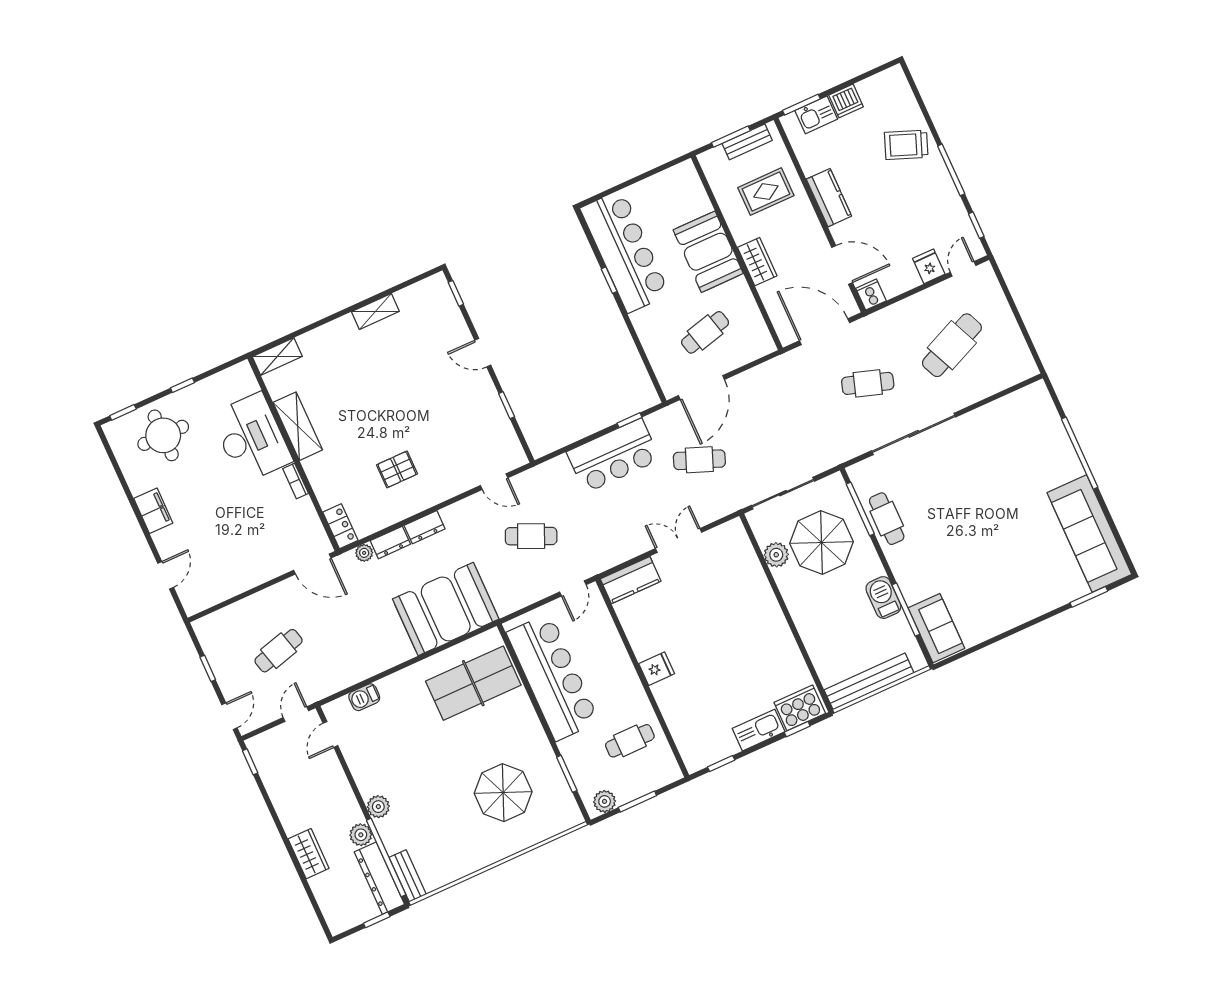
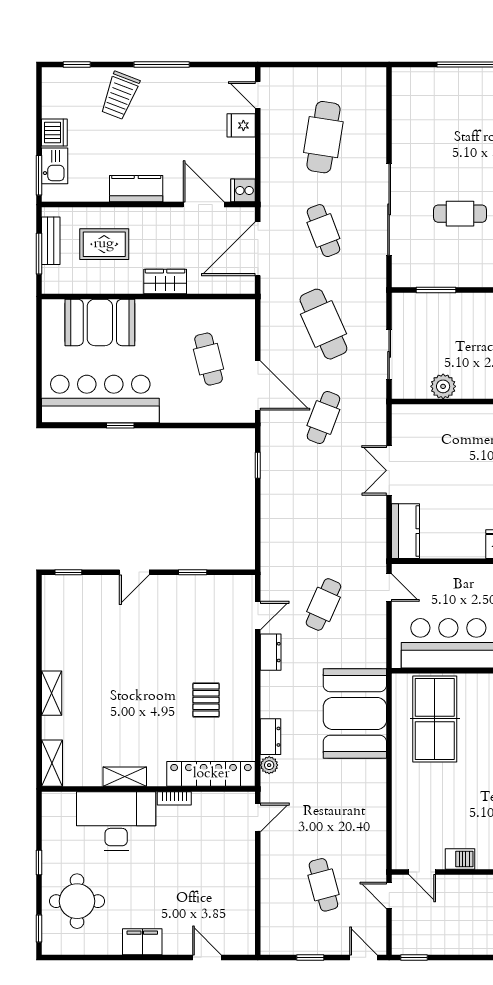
rug: (766, 192) -> (104, 244), turned 90
window: (976, 225) -> (77, 64), moved
booth: (708, 252) -> (100, 322), moved
door: (842, 265) -> (204, 205), hinge flipped
shelving: (375, 312) -> (52, 693), moved
cafe table: (952, 345) -> (323, 137), turned 33
cafe table: (868, 383) -> (323, 231), turned -39
cafe table: (784, 422) -> (323, 324), added
shelving: (298, 426) -> (125, 777), width x0.67, depth x0.75
bar counter: (613, 456) -> (284, 495), removed
sliding door: (783, 493) -> (389, 354), width x0.73
window: (860, 509) -> (436, 290), width x0.69
cafe table: (887, 519) -> (460, 214), moved
locker: (340, 526) -> (211, 774), width x2.16, depth x1.21
dresser: (425, 527) -> (271, 652), moved
parasol: (822, 542) -> (451, 340), removed
door: (312, 564) -> (258, 817), width x0.73
barbecue: (364, 697) -> (460, 859), moved, turned -90

